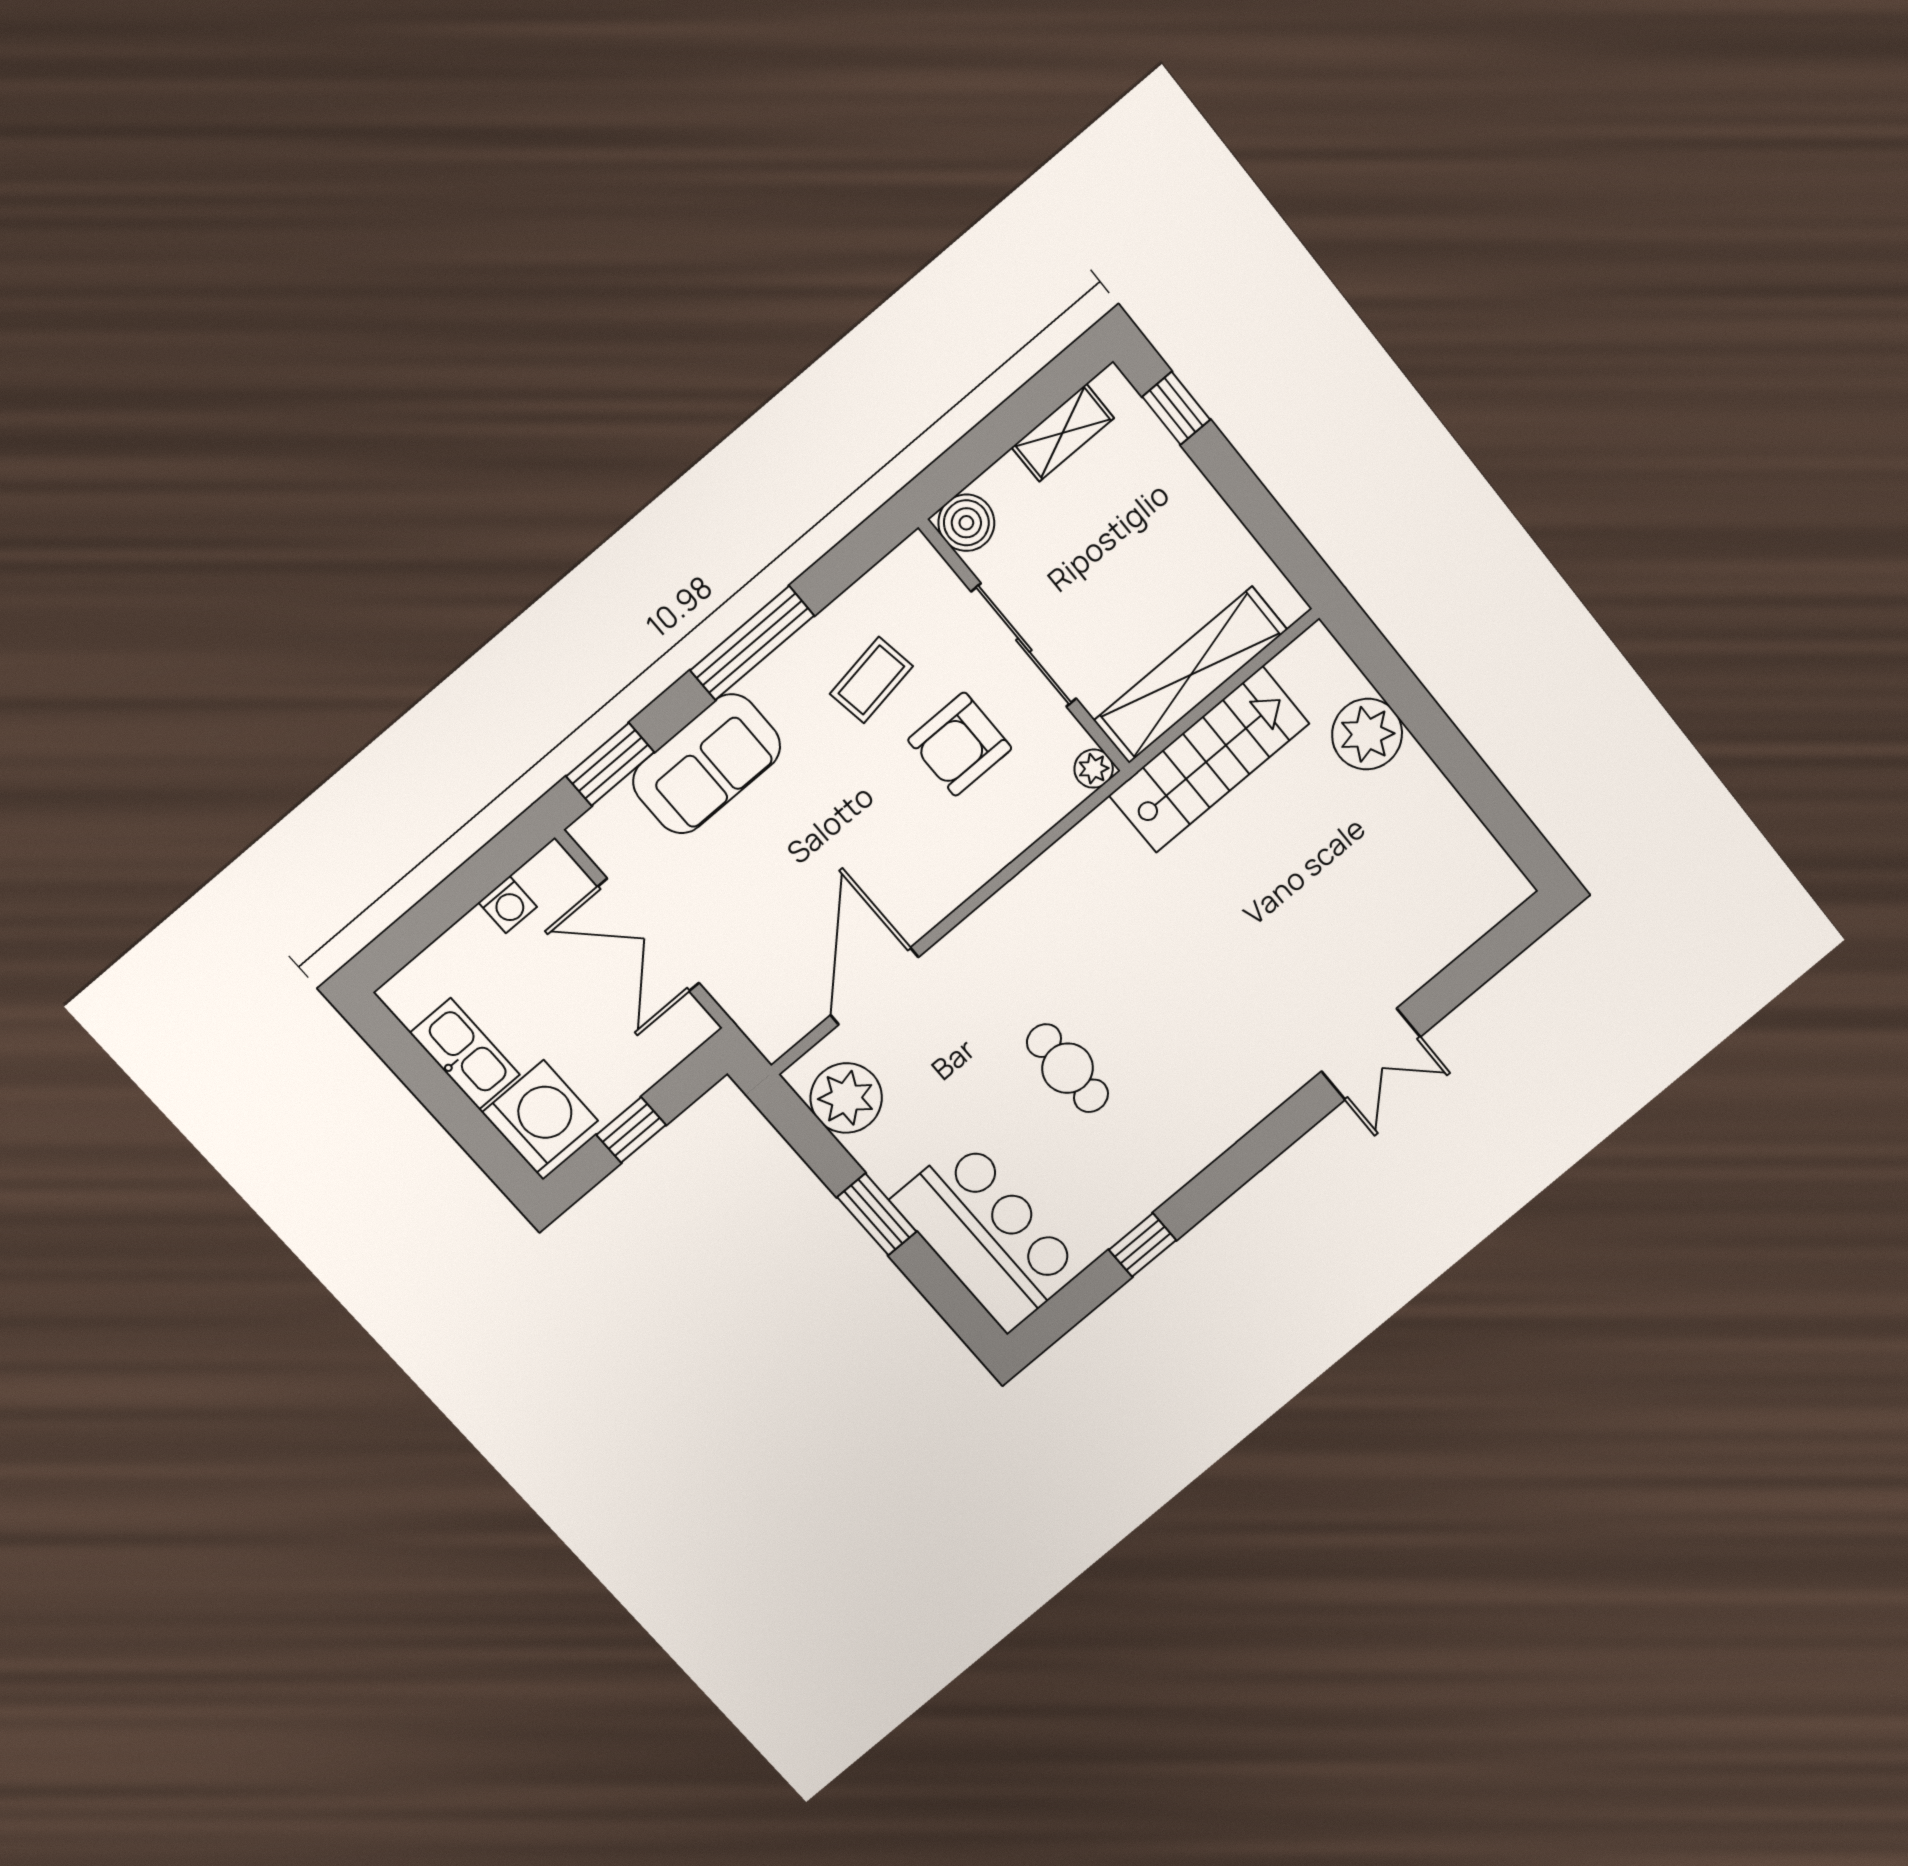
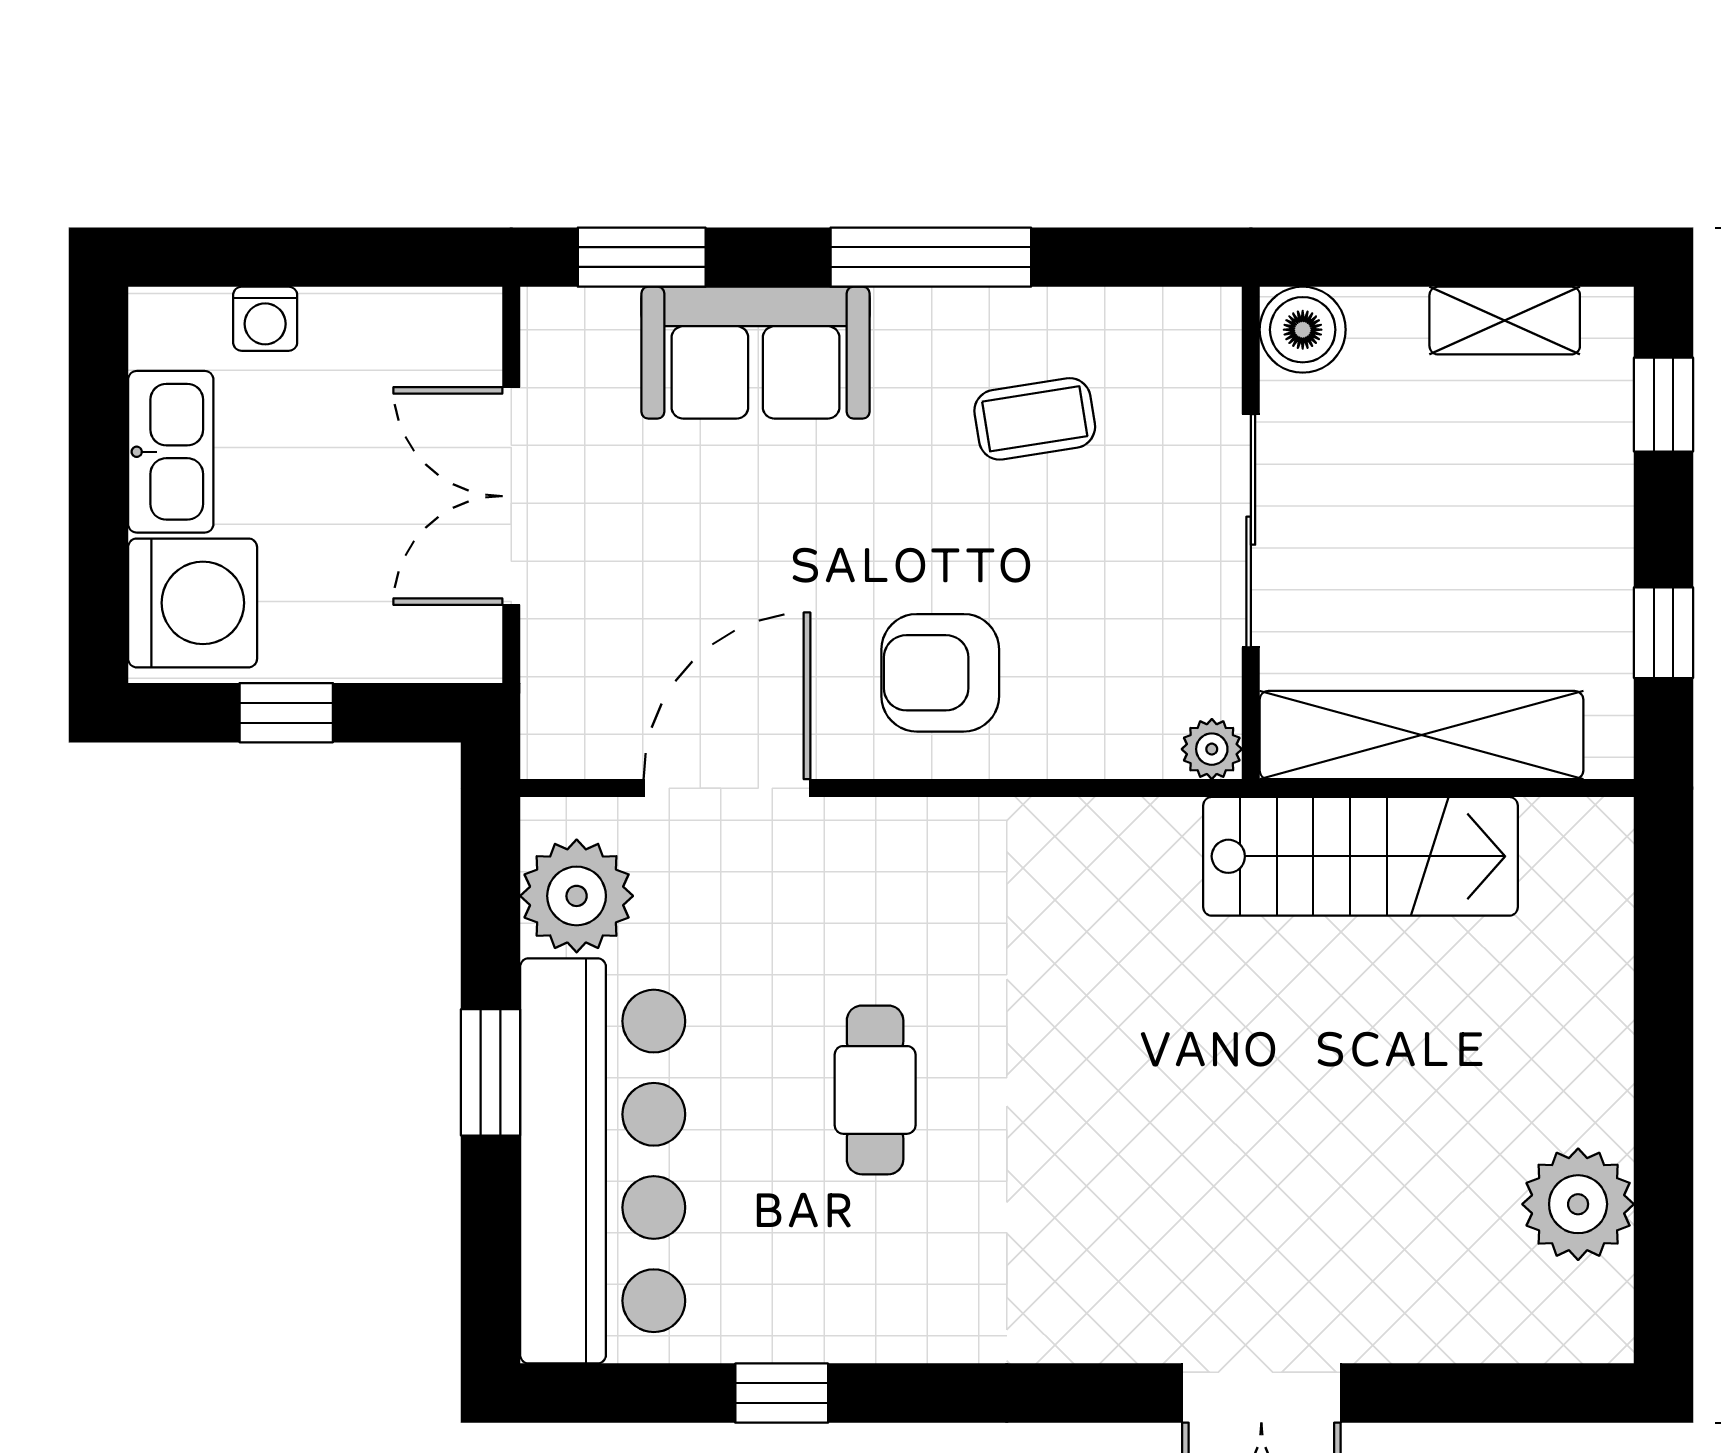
window: (1268, 524) -> (1663, 633), added
plant: (1367, 734) -> (1578, 1204), moved
armchair: (960, 744) -> (940, 673), moved
washing machine: (508, 905) -> (265, 319), moved
bar counter: (987, 1235) -> (603, 1161), width x1.36

